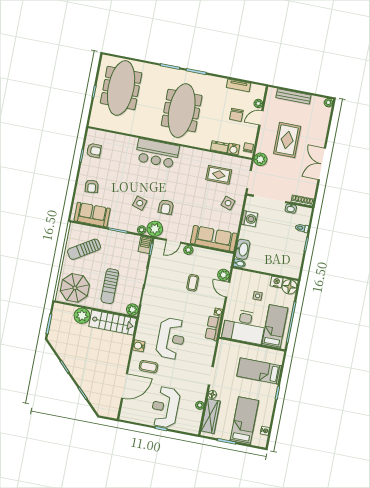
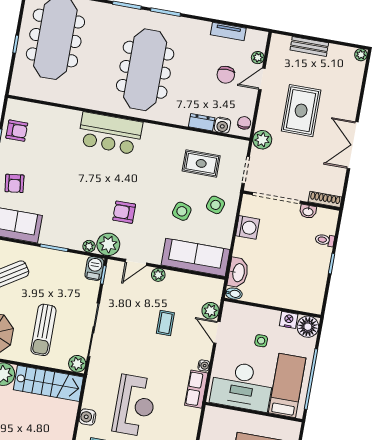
bench: (293, 96) -> (309, 46), width x0.73
side table: (140, 203) -> (182, 211), moved
armchair: (166, 207) -> (124, 212), turned 90

